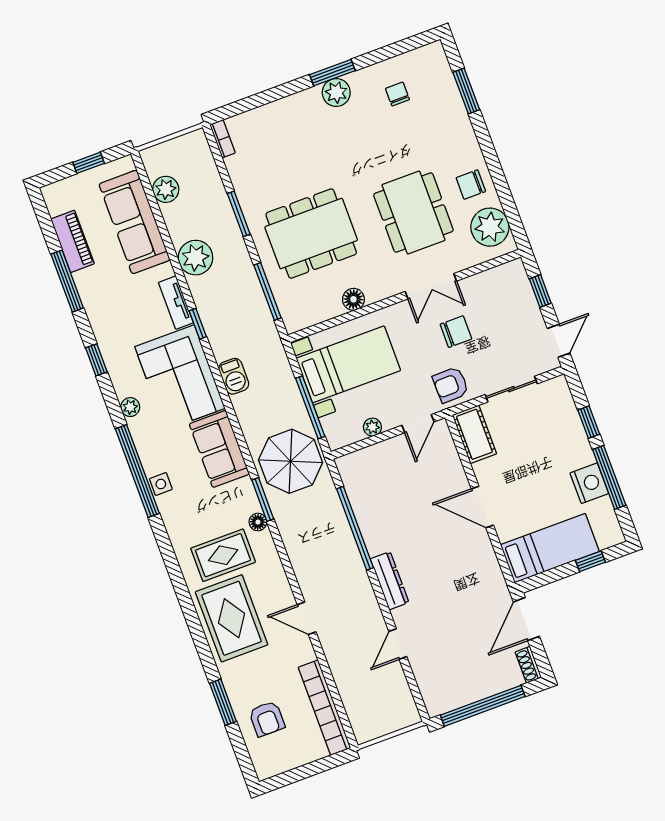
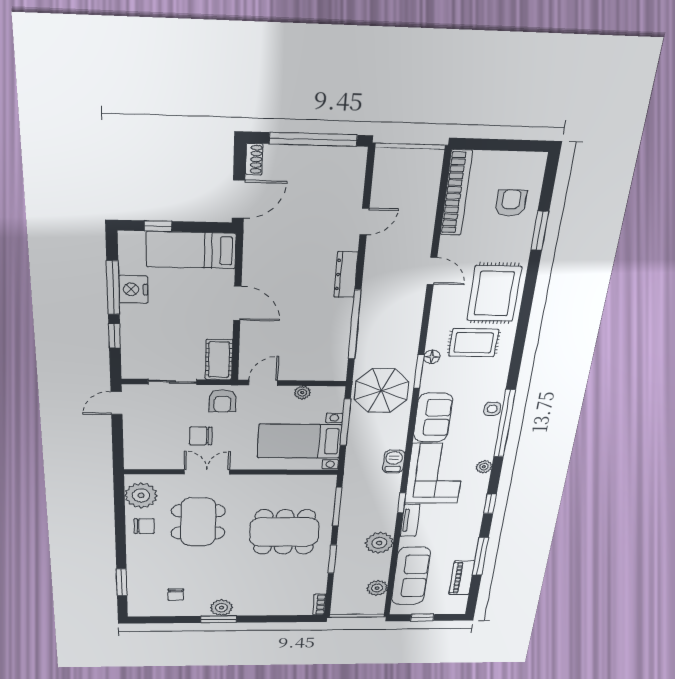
window: (540, 291) -> (118, 442), removed
floor lamp: (353, 299) -> (273, 482), removed
armchair: (451, 385) -> (223, 401), turned 91

